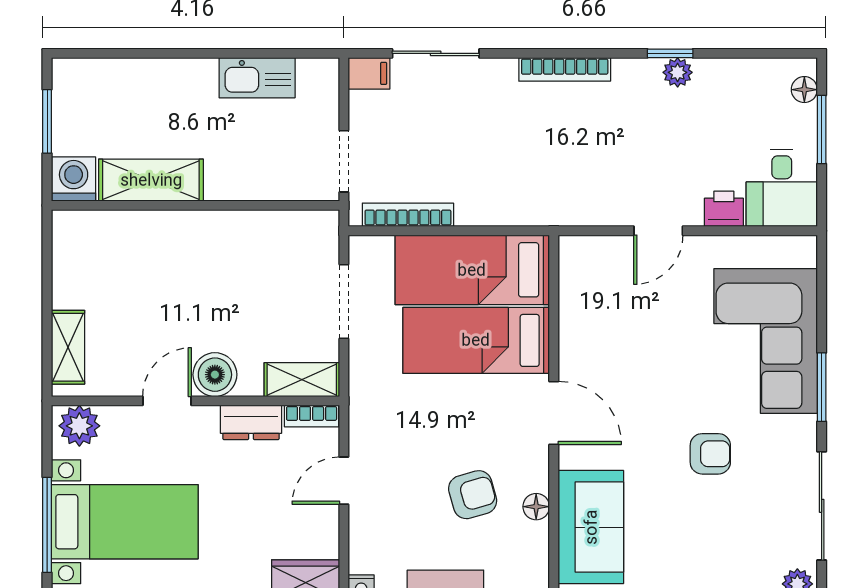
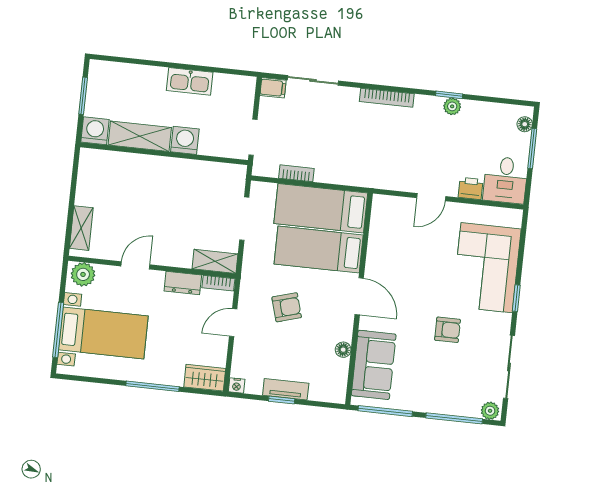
kitchen sink: (257, 78) -> (190, 81), moved
washing machine: (228, 179) -> (185, 140), added
bookcase: (408, 215) -> (296, 173), width x0.64
boiler: (215, 375) -> (165, 253), removed
window: (822, 387) -> (516, 298), width x0.67
armchair: (473, 495) -> (287, 307), moved

